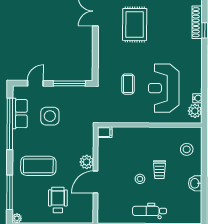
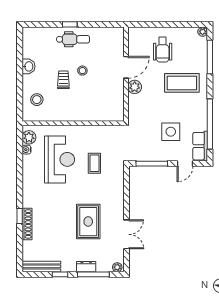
row of seats: (20, 114) -> (200, 146), moved
filing cabinet: (105, 132) -> (117, 116), removed

